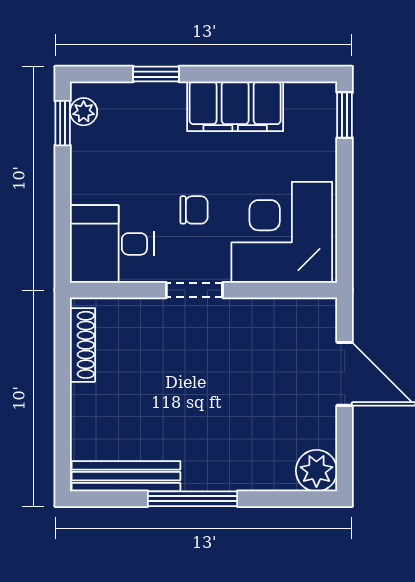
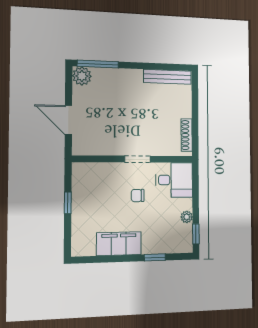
plant: (84, 112) -> (187, 217), moved
window: (345, 115) -> (68, 203), moved
corner desk: (282, 232) -> (97, 186), removed
window: (193, 499) -> (98, 64), moved

